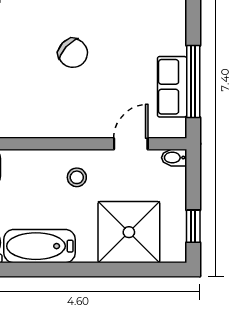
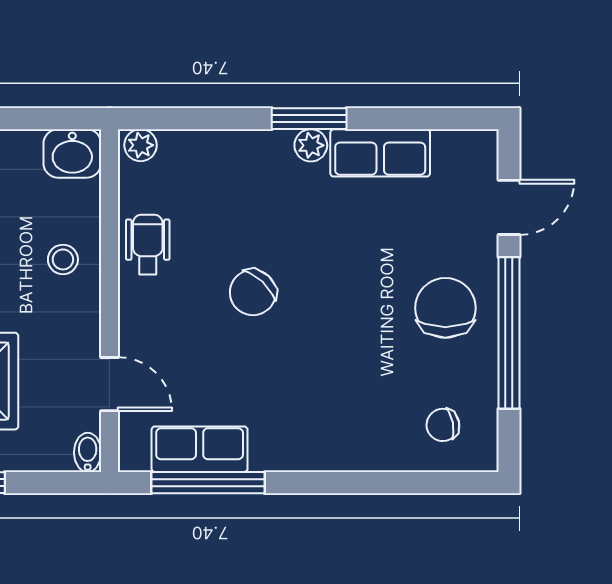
wheelchair: (42, 120) -> (148, 244), added
stool: (77, 177) -> (63, 259), moved

